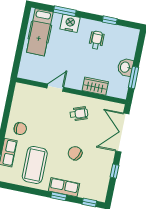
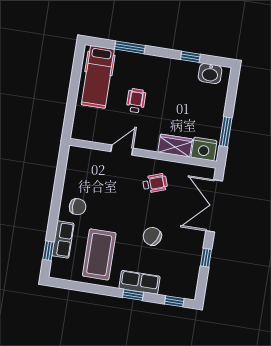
nightstand: (70, 23) -> (204, 149), moved, turned 180
wheelchair: (97, 40) -> (136, 101), moved
washbasin: (125, 67) -> (210, 74), moved, turned -90

